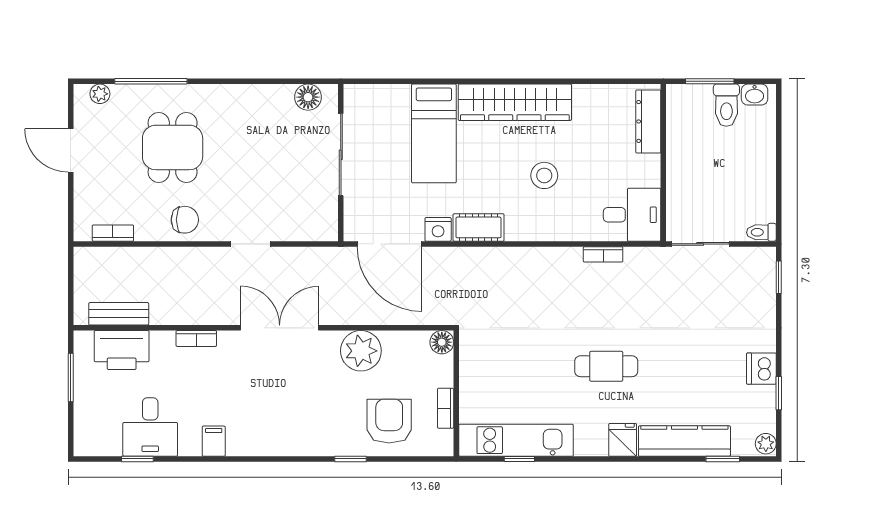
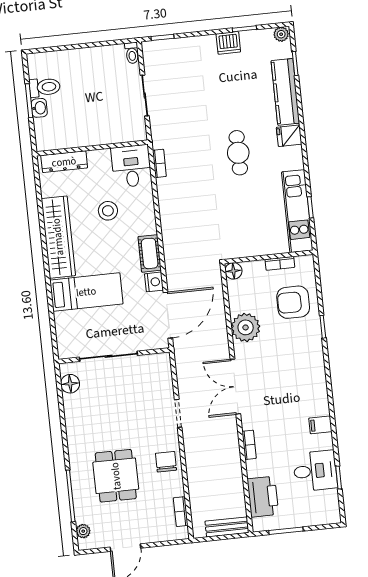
washbasin: (755, 95) -> (39, 108), moved
dresser: (648, 121) -> (64, 162), moved
dining table: (173, 147) -> (116, 476), turned 90
wall: (663, 163) -> (92, 148), moved
desk: (632, 215) -> (131, 166), moved
bench: (119, 314) -> (227, 527), moved, turned 90

